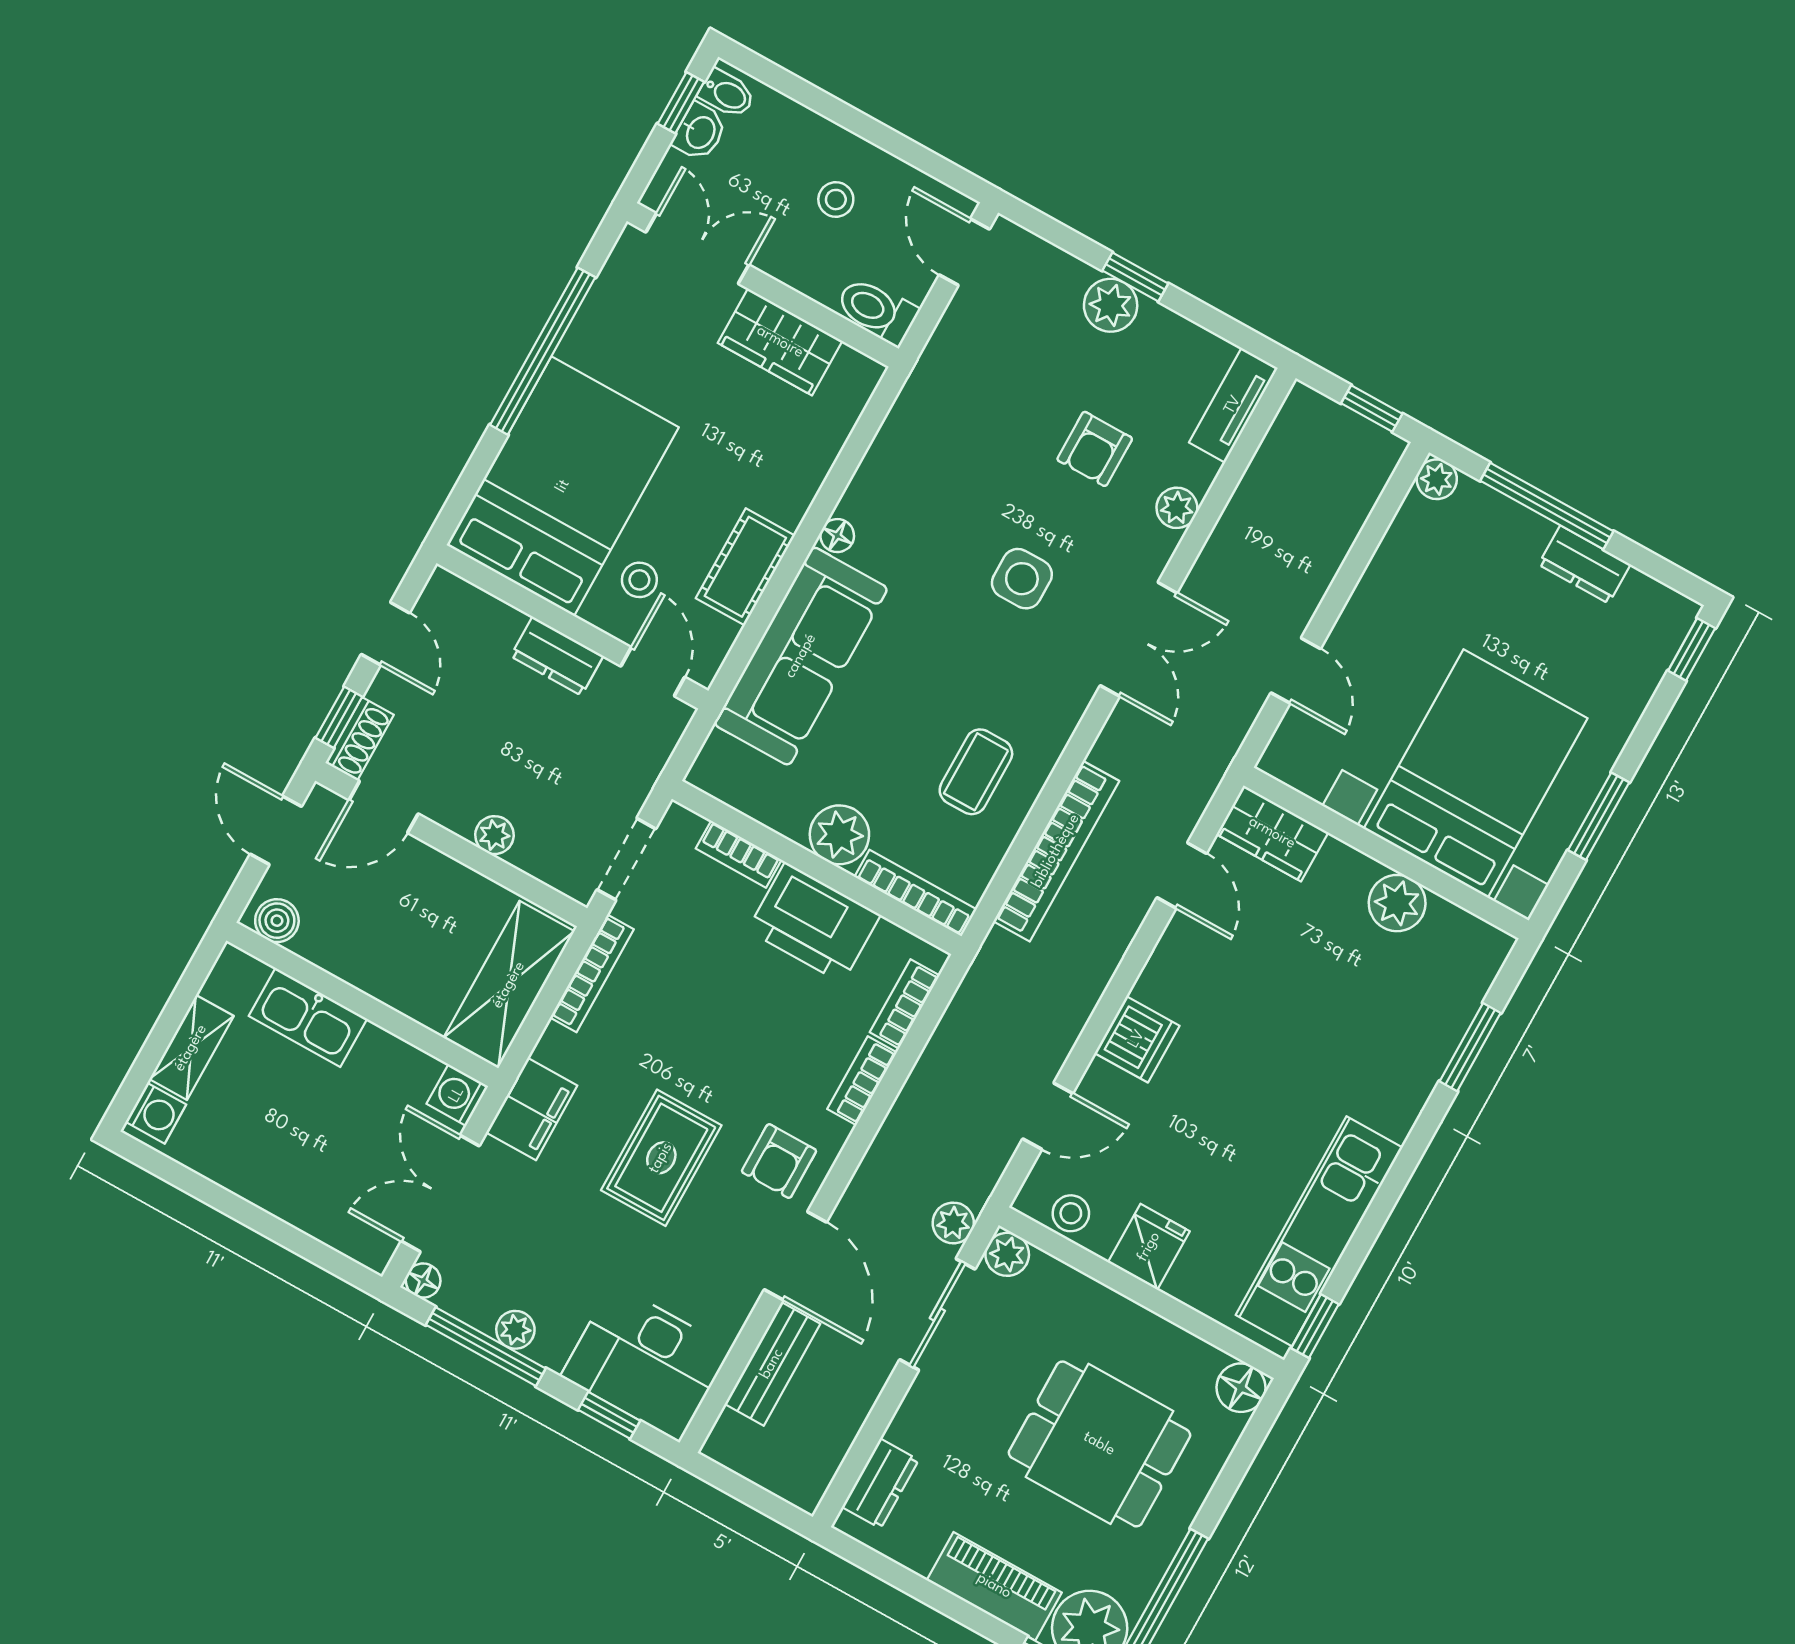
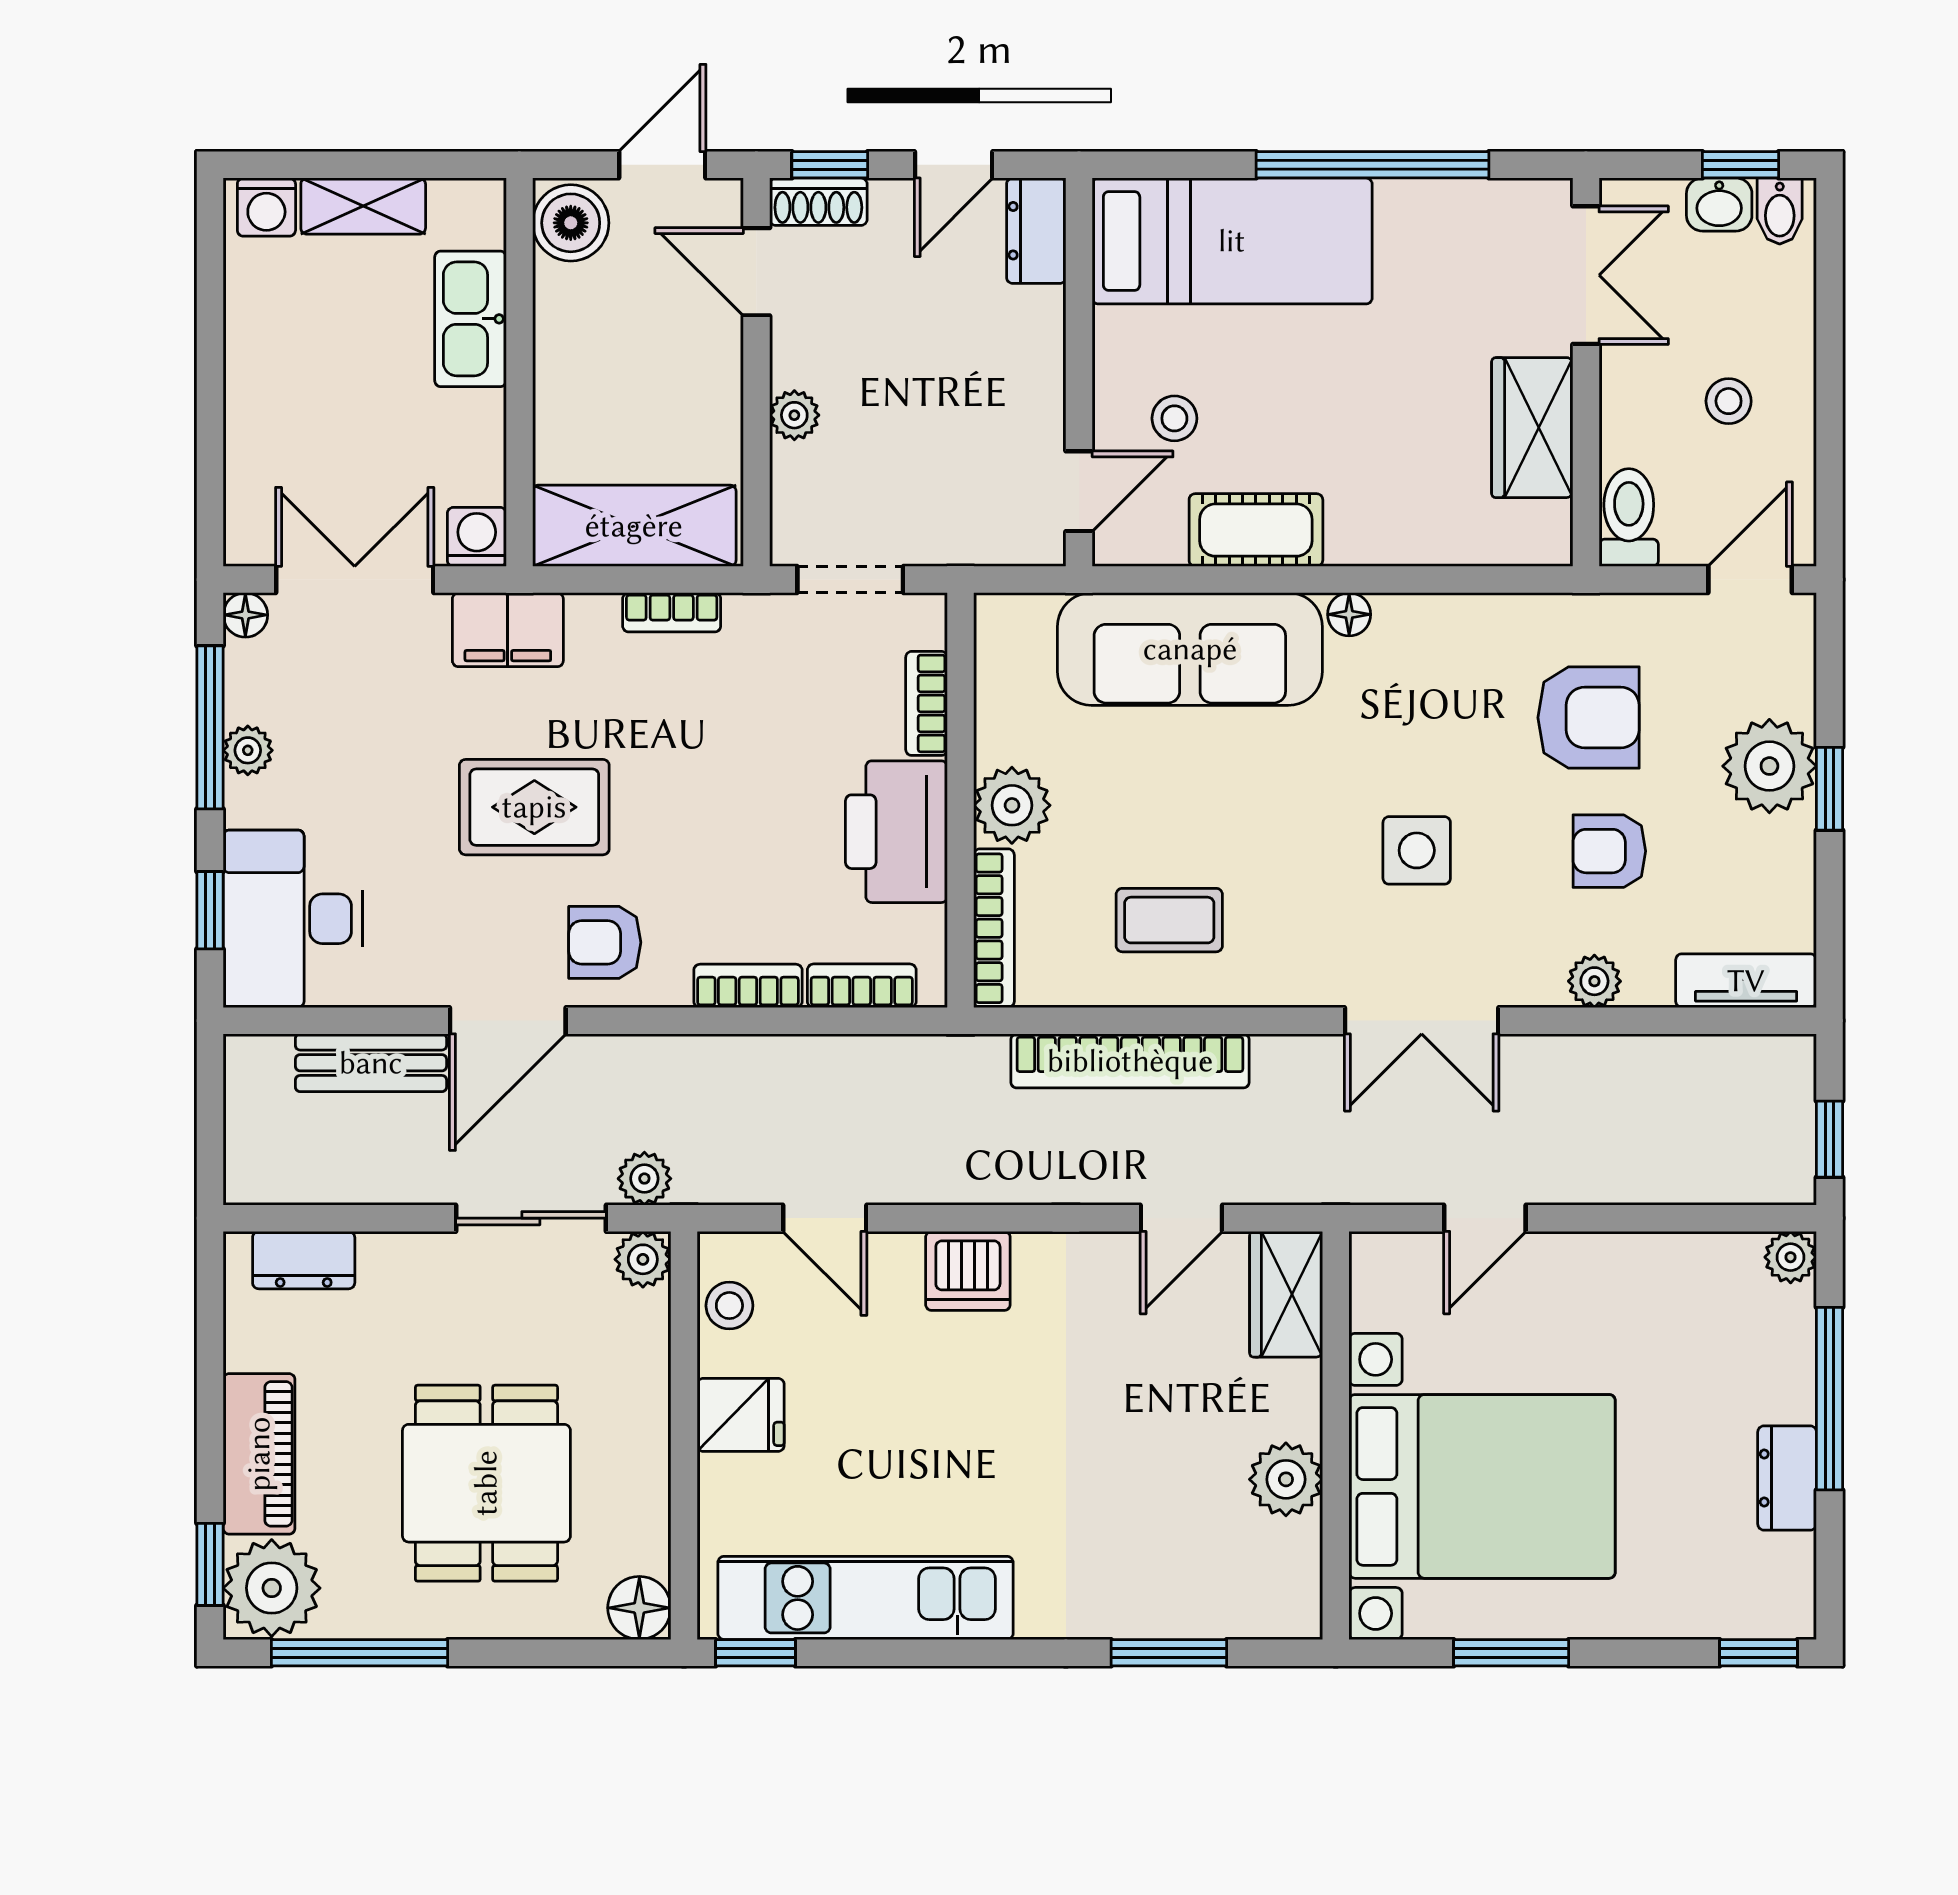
plant: (1111, 305) -> (1769, 766), width x1.36, depth x1.36
armchair: (997, 413) -> (1589, 718), added
bed: (563, 486) -> (1232, 241), width x0.67
dresser: (557, 656) -> (1036, 231), moved
boiler: (277, 921) -> (571, 223), width x1.36, depth x1.36
bookcase: (592, 973) -> (672, 612), width x0.64

